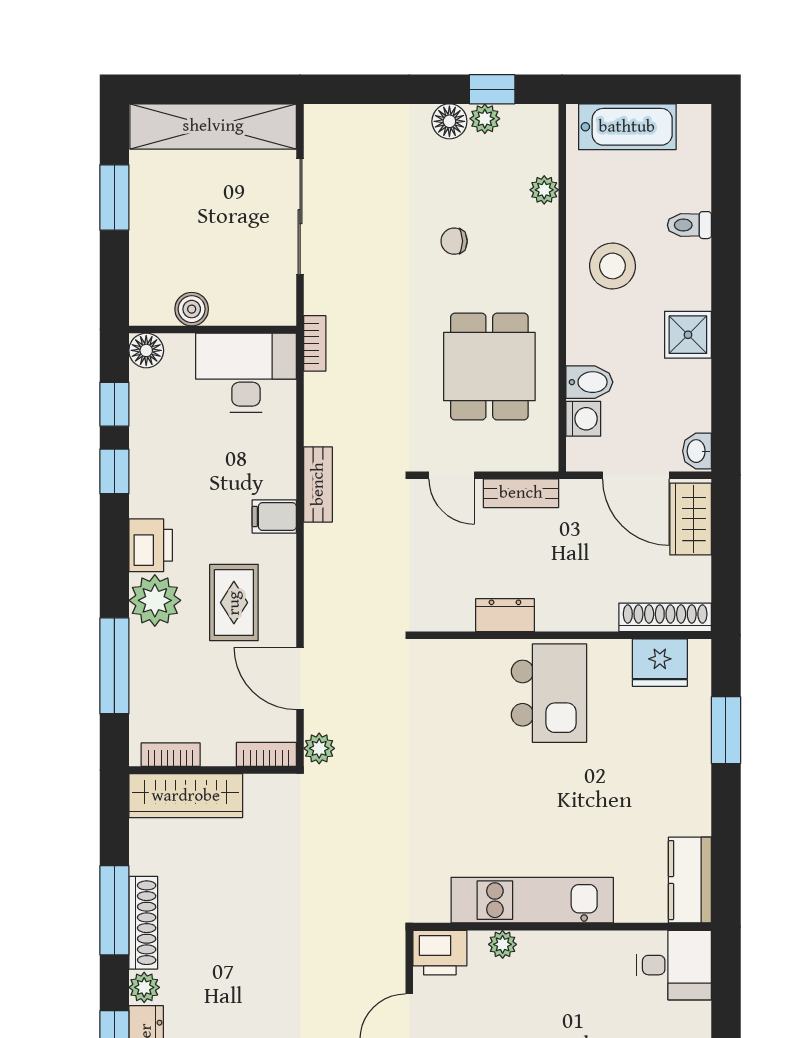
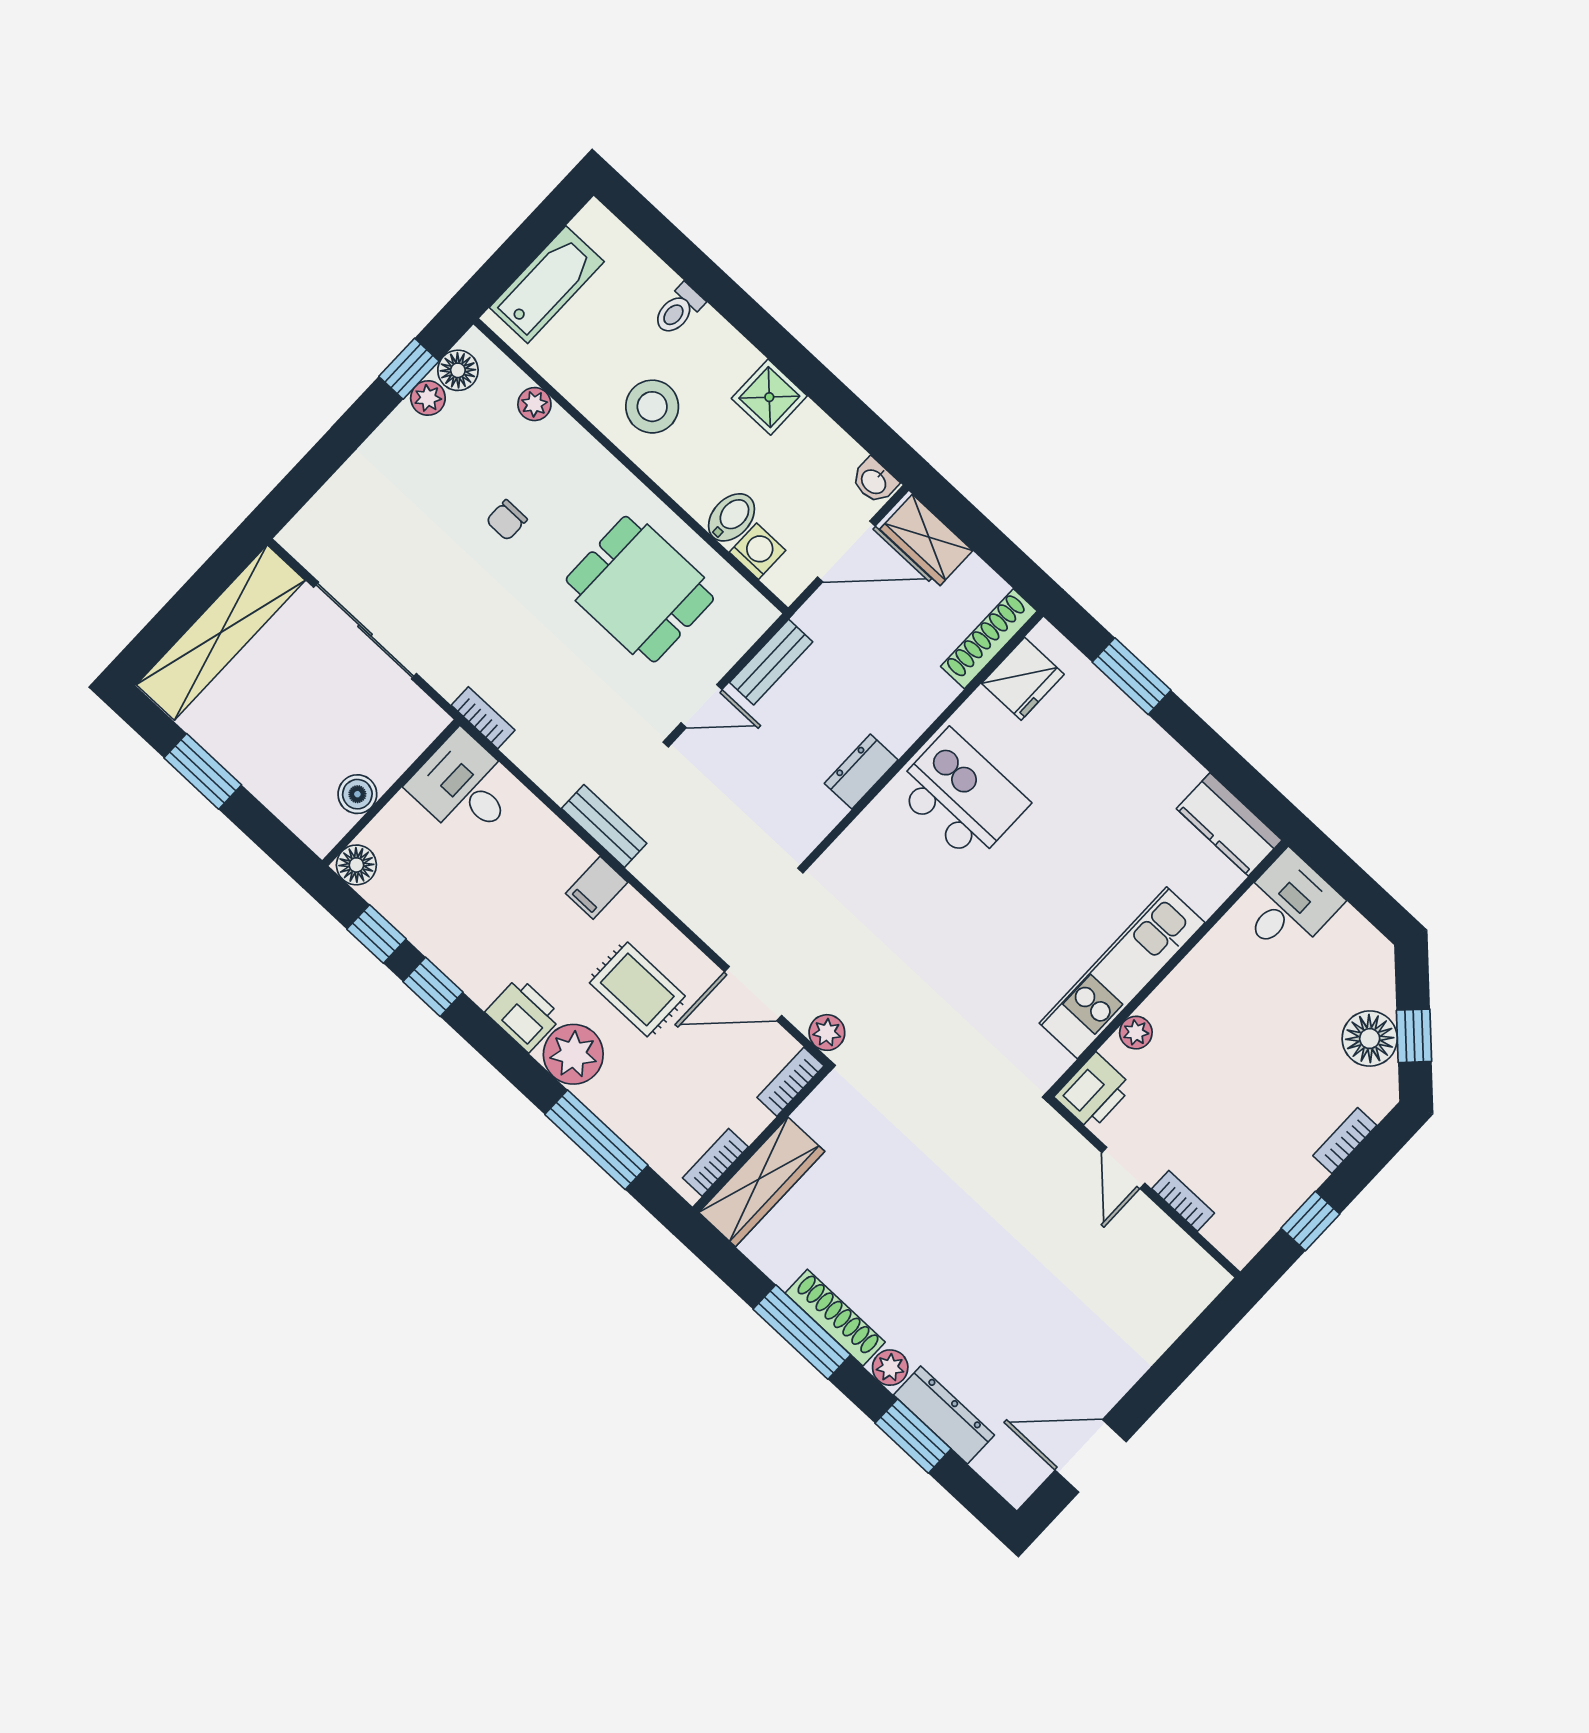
floor lamp: (449, 121) -> (458, 370), moved
desk: (246, 373) -> (464, 787), width x0.73

